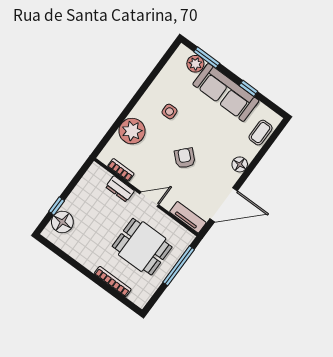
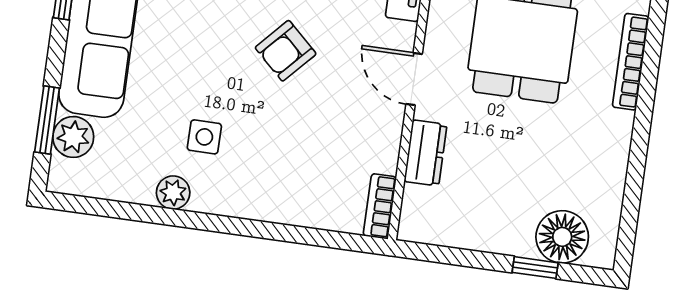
plant: (132, 131) -> (173, 193), moved, width x0.53, depth x0.53
bookcase: (121, 170) -> (380, 206), moved

